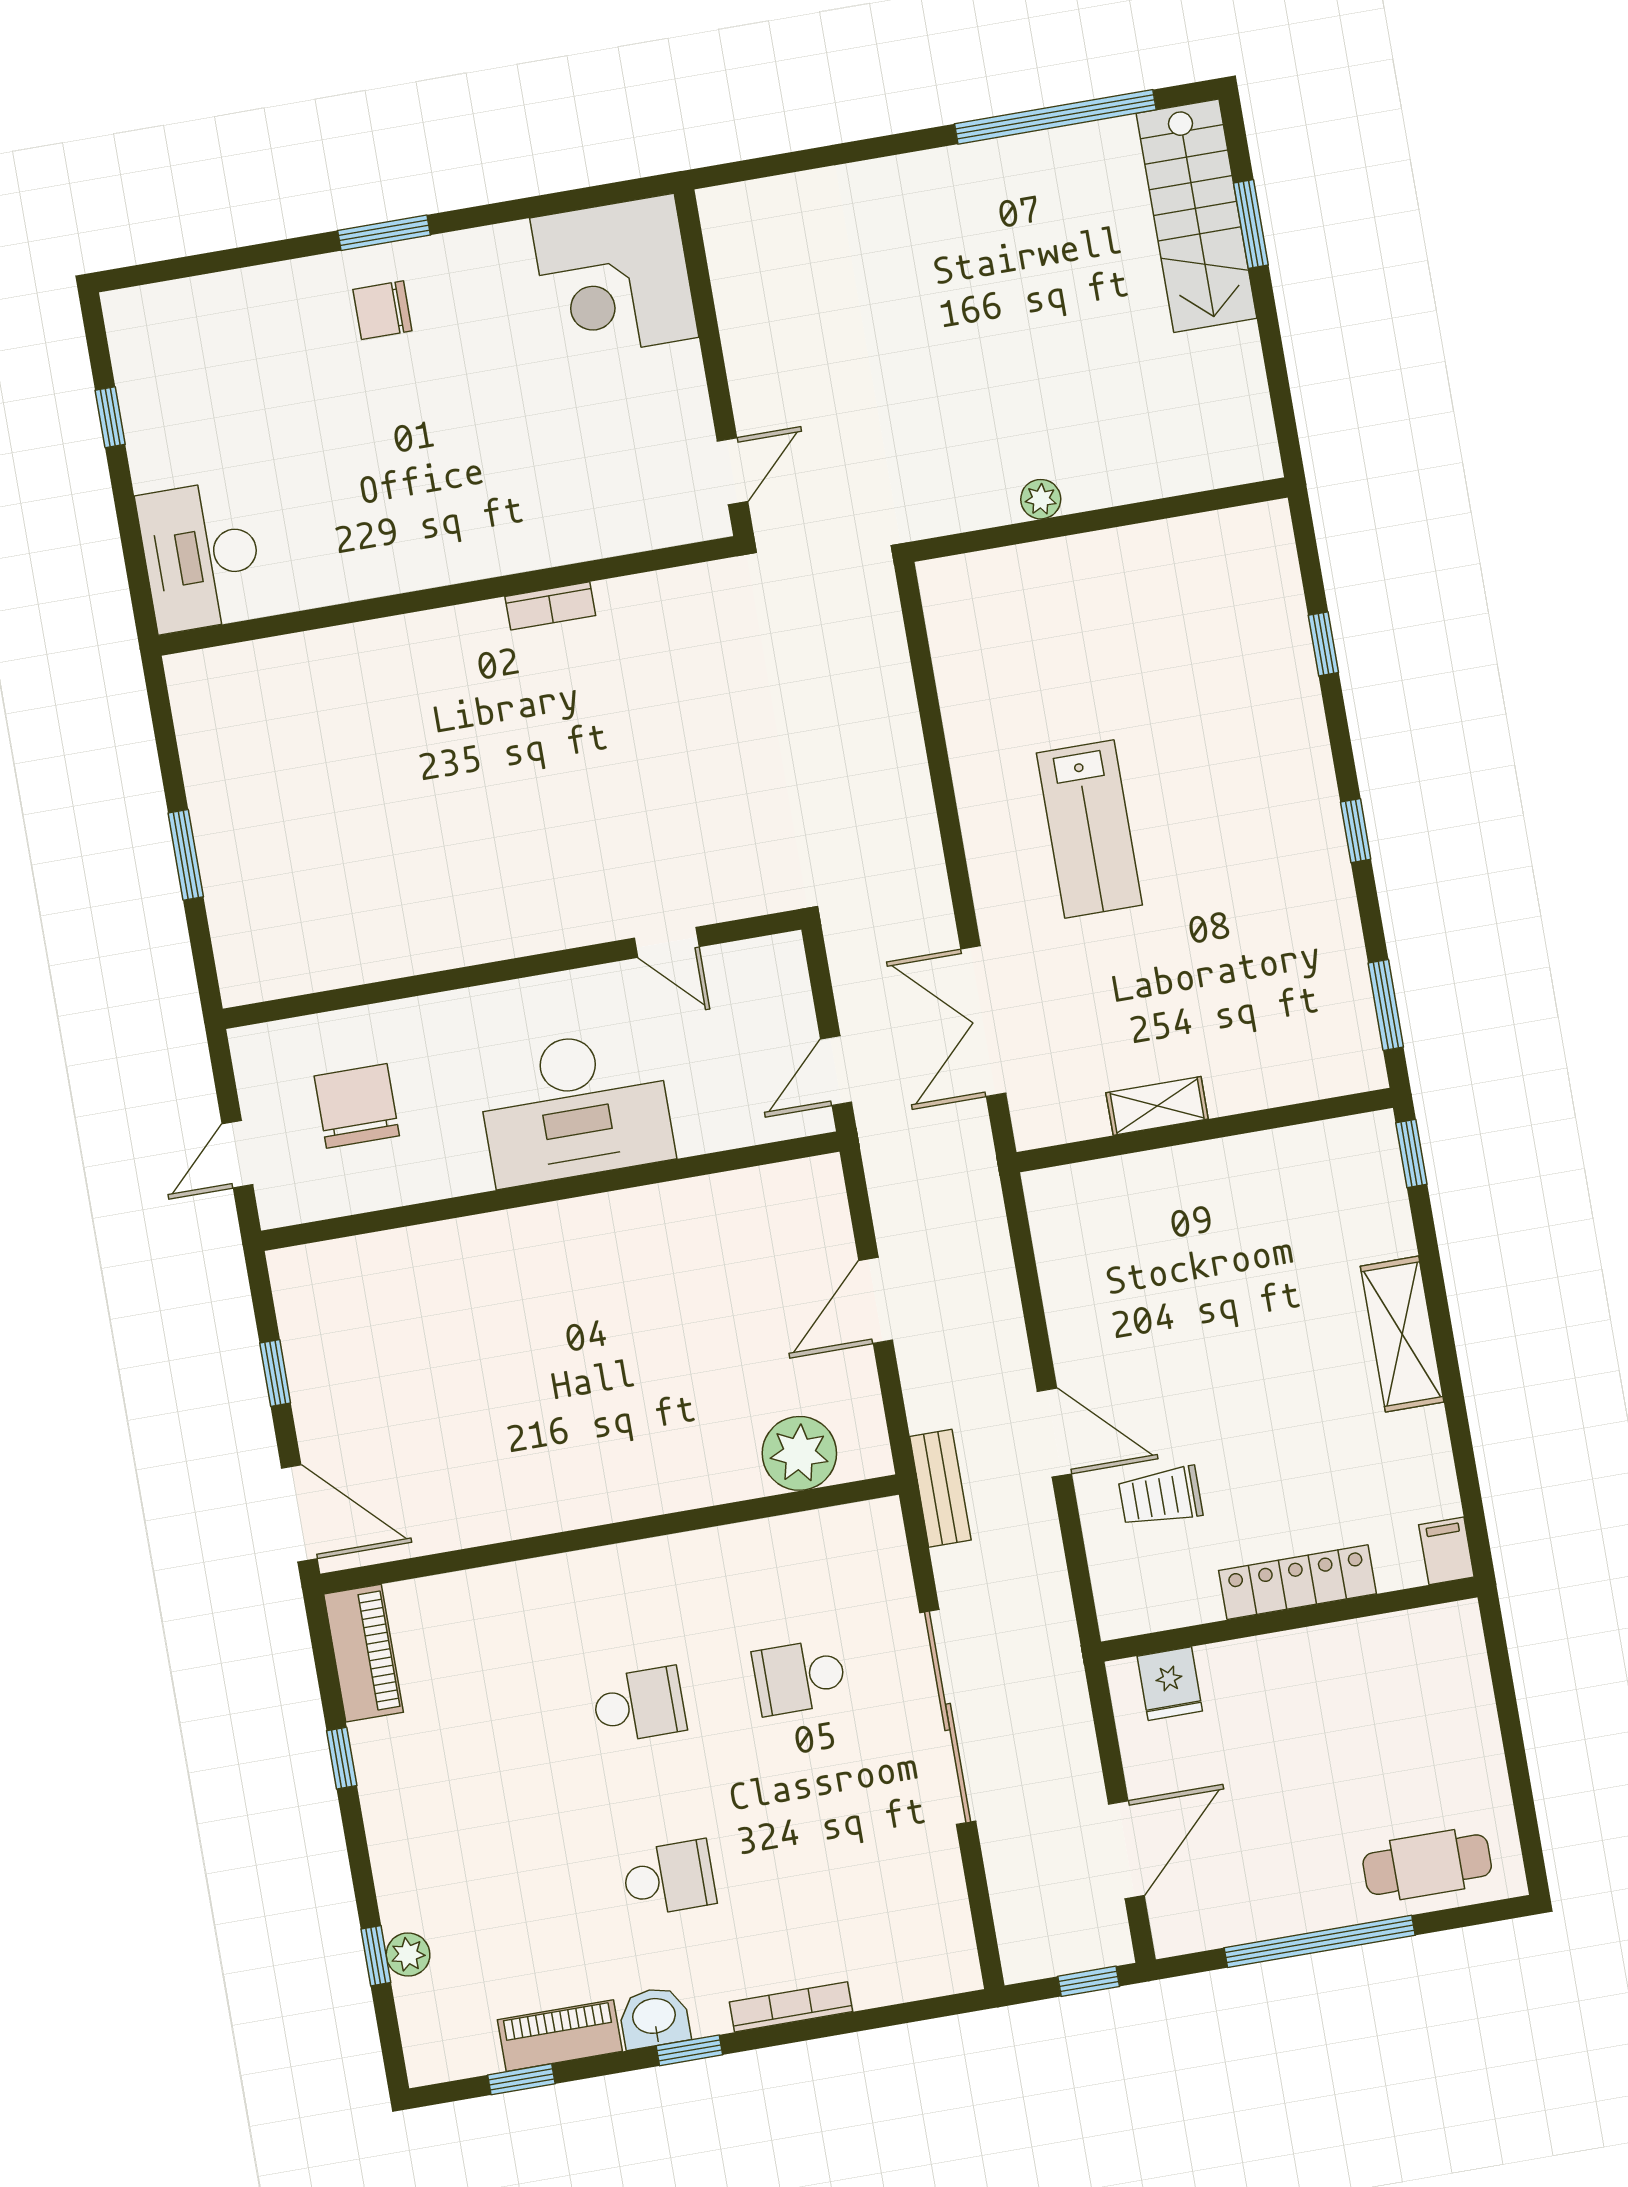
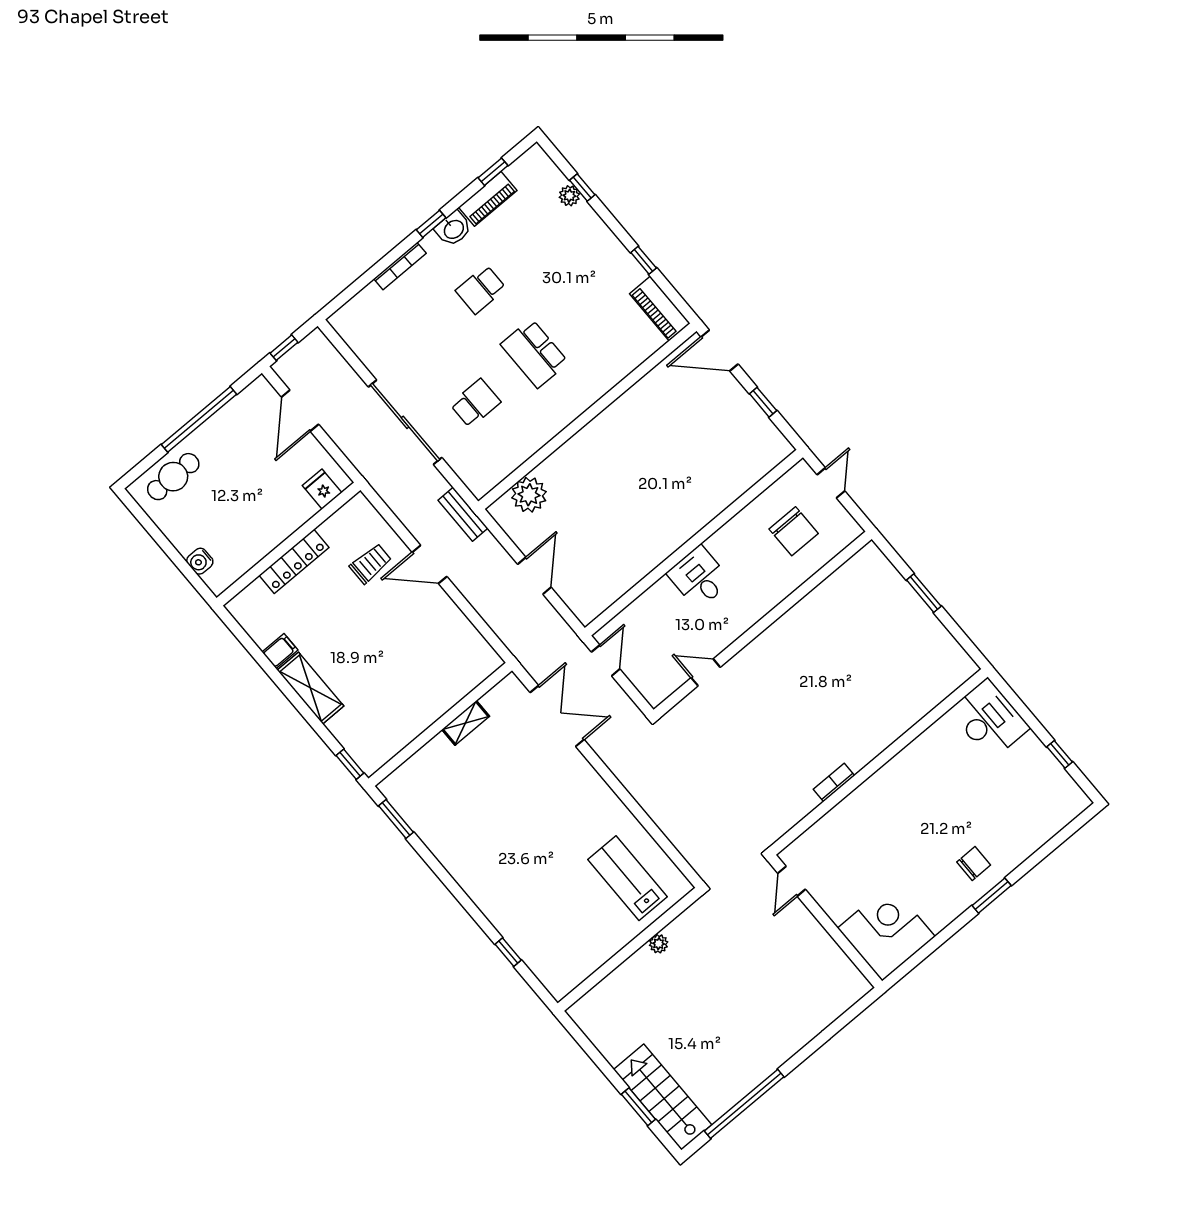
lab bench: (1089, 829) -> (628, 878), moved
window: (1356, 831) -> (450, 883), removed
desk: (575, 1107) -> (699, 577), width x0.53, depth x0.77
filing cabinet: (1446, 1551) -> (280, 651), moved, turned -90
water cooler: (1469, 1683) -> (200, 561), added
school desk: (639, 1705) -> (535, 353), width x1.85

